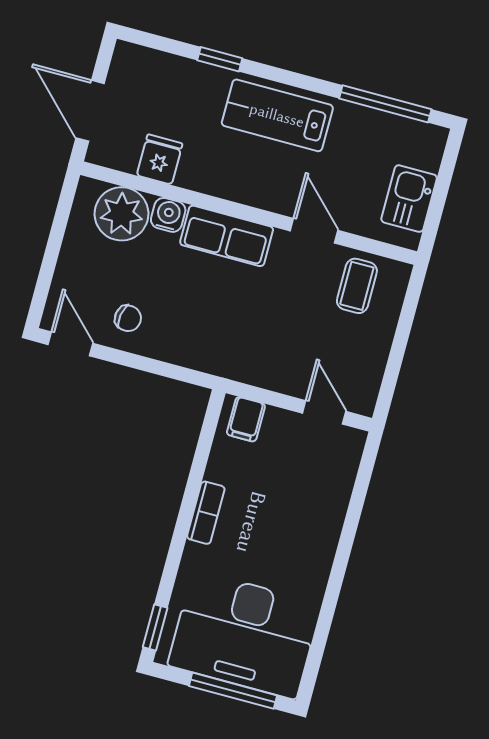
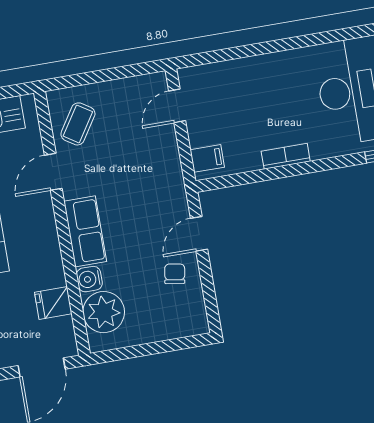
coffee table: (357, 286) -> (78, 124), turned -57
door: (71, 344) -> (199, 234), moved

